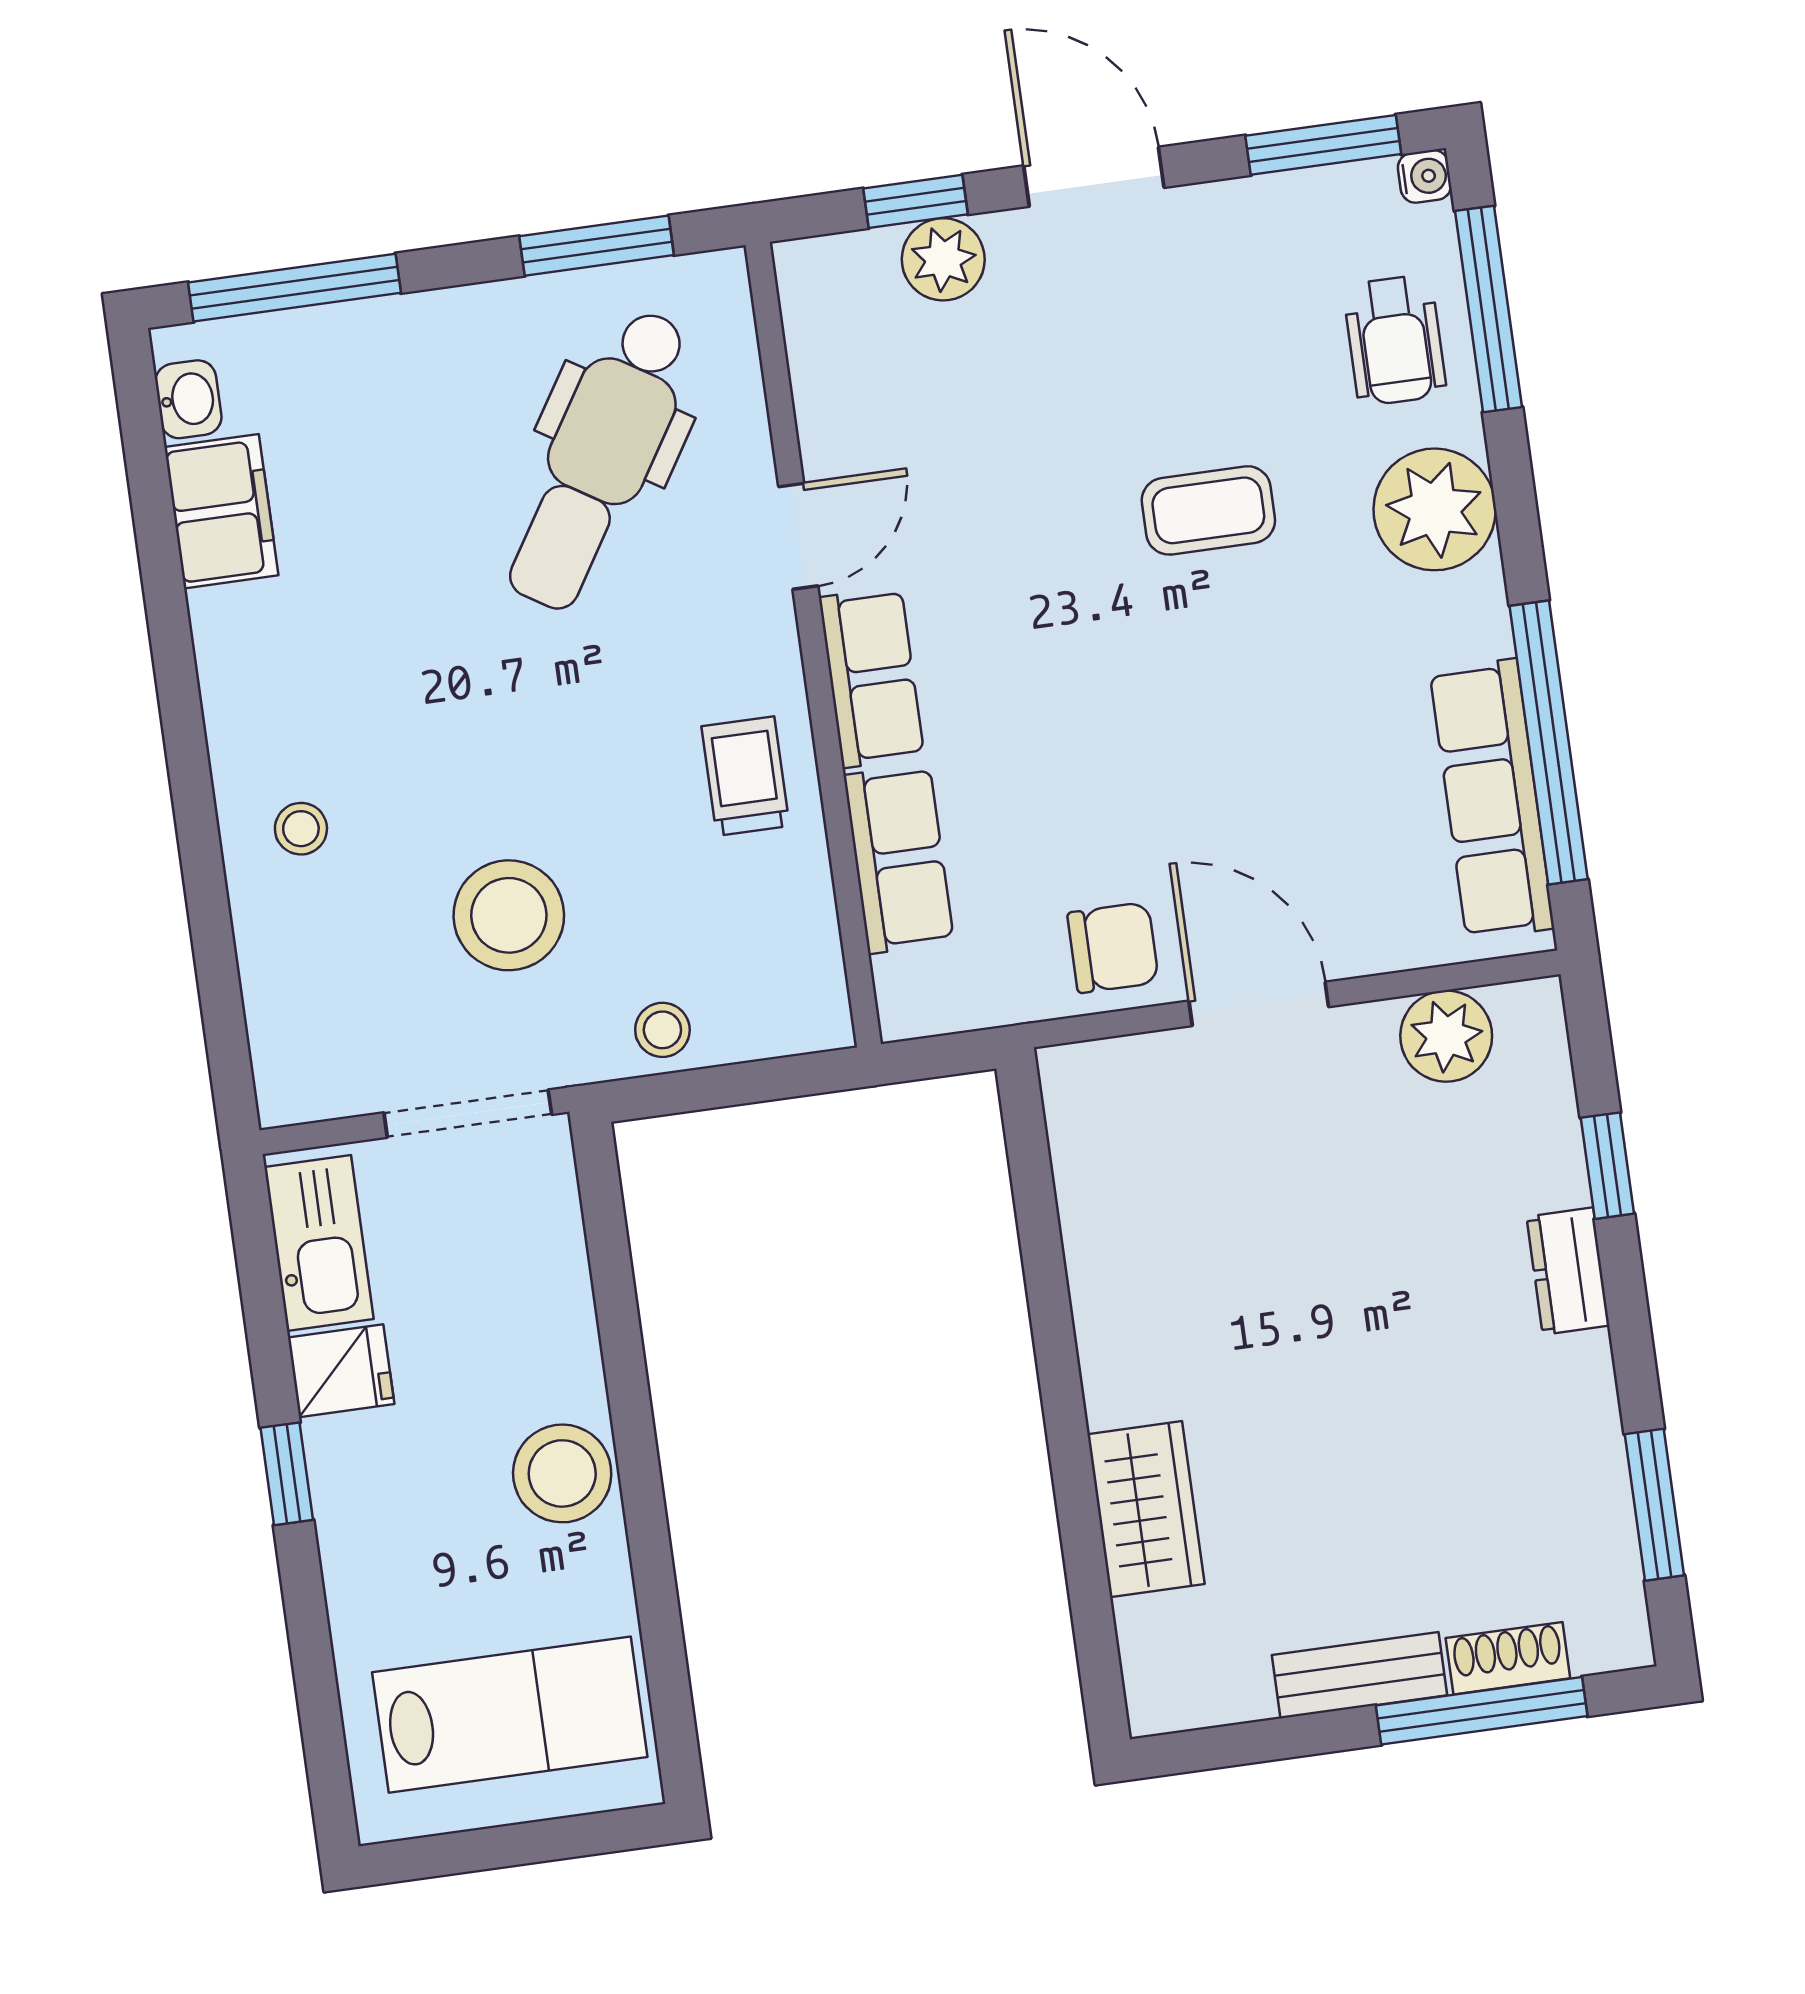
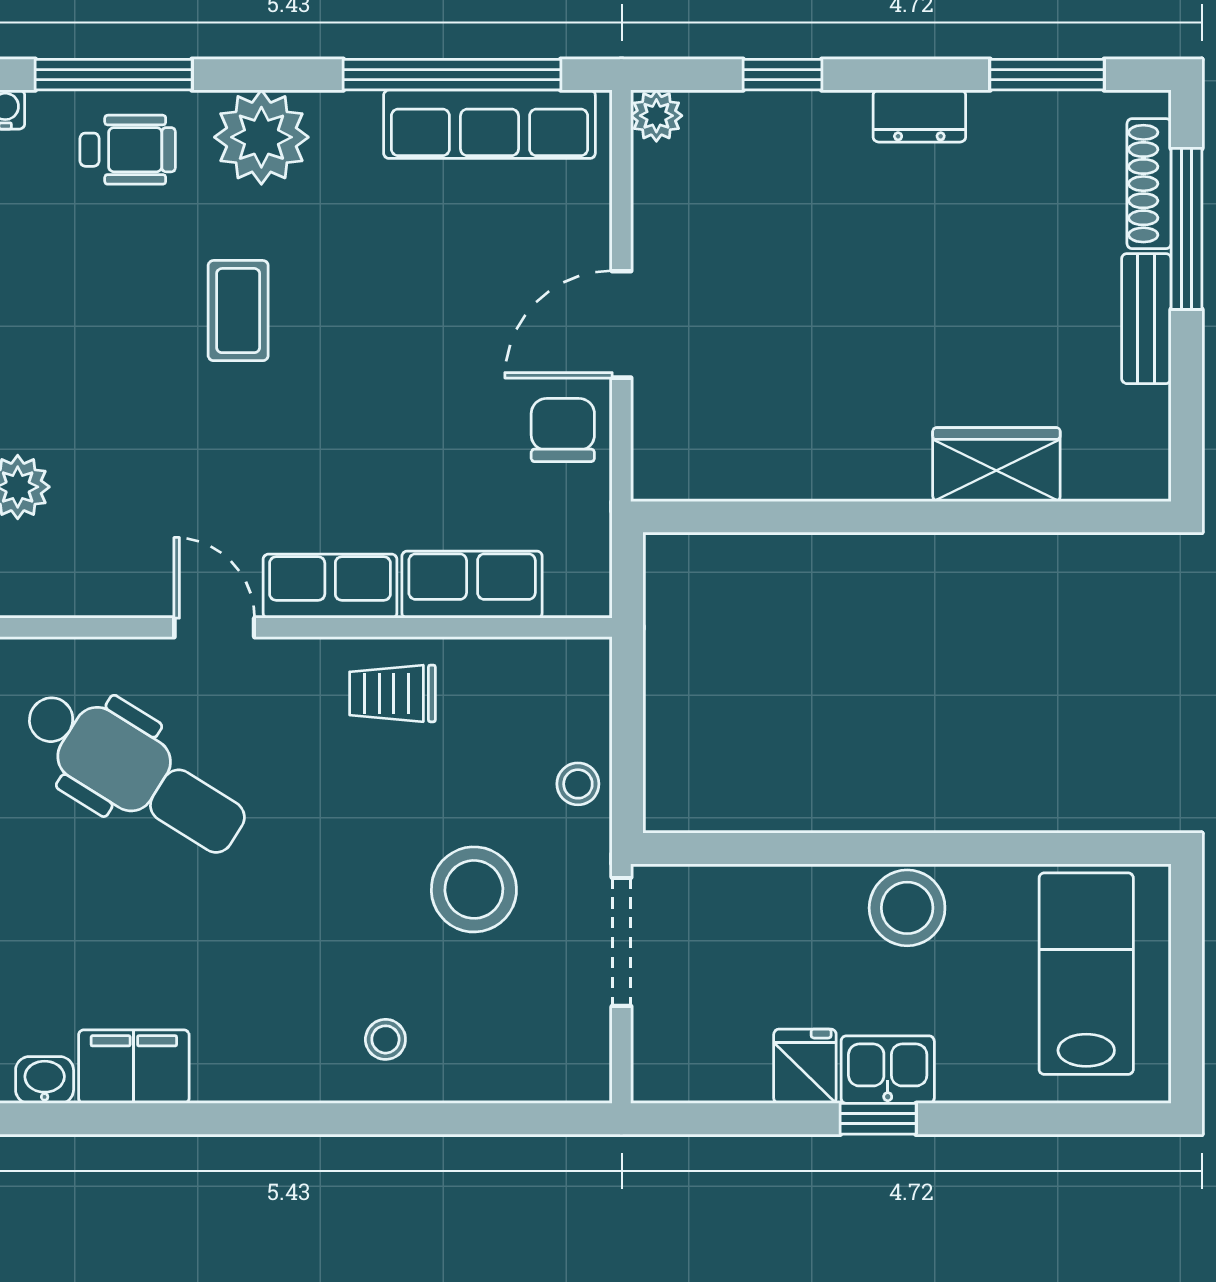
plant: (1446, 1036) -> (656, 116), moved, width x0.73, depth x0.73
kitchen sink: (319, 1243) -> (888, 1070), moved, width x0.73
dresser: (1568, 1271) -> (919, 116), moved
shoe rack: (1508, 1658) -> (1149, 184), width x1.43

